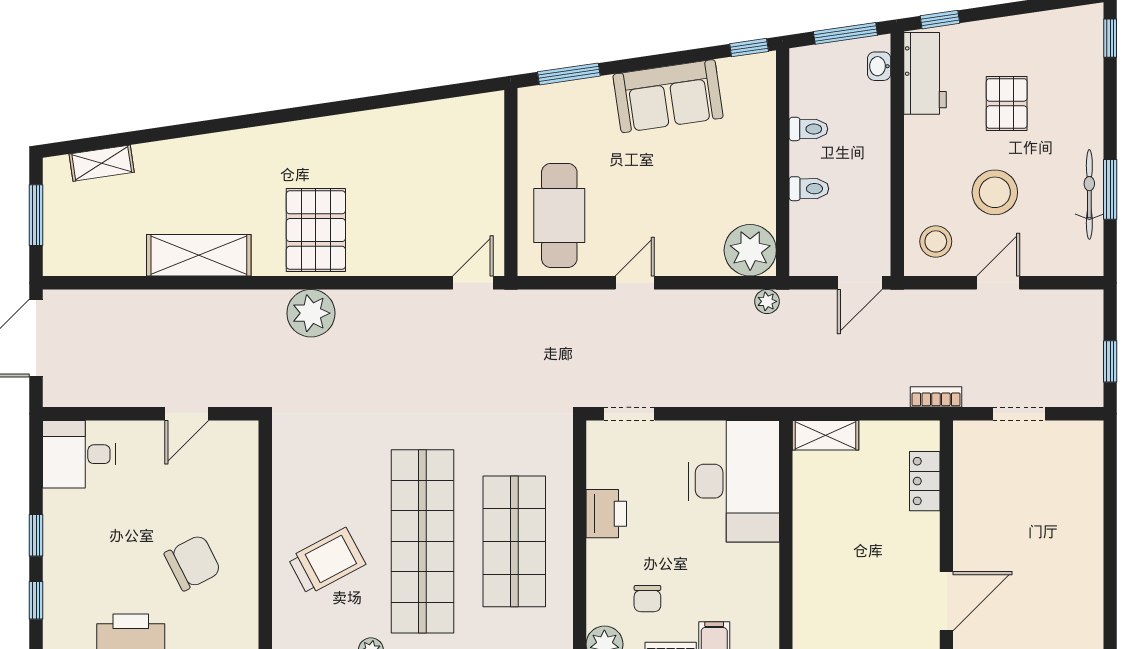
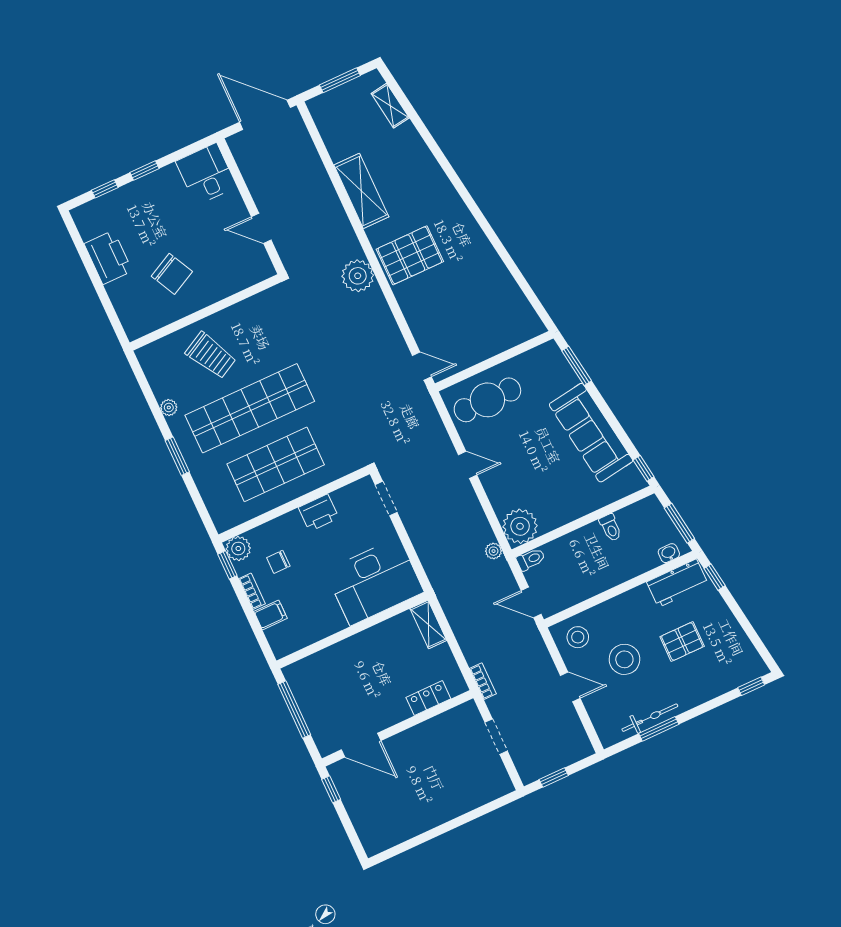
sofa: (668, 96) -> (591, 433), width x1.36
toilet: (809, 189) -> (531, 559), moved, turned -90

